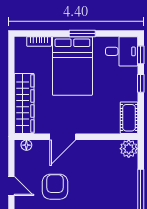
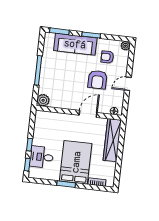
desk: (122, 51) -> (42, 157), moved
cot: (129, 118) -> (40, 122), removed
door: (11, 186) -> (128, 84), hinge flipped

